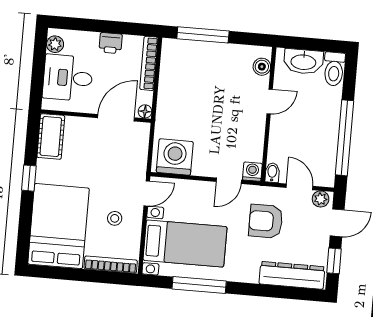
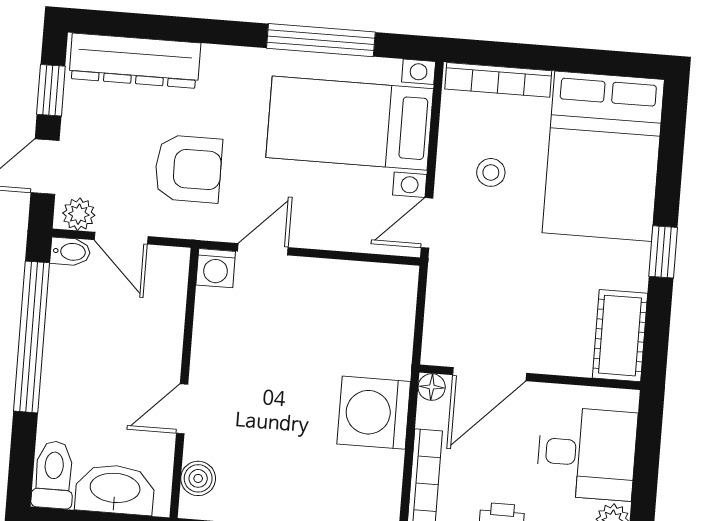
washing machine: (175, 157) -> (374, 413), moved, turned 90
bidet: (272, 173) -> (70, 252), moved, turned -90

